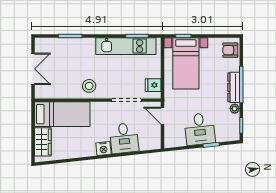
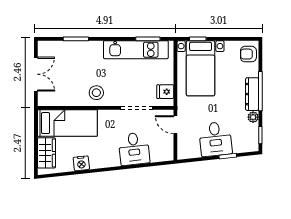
nightstand: (103, 148) -> (81, 163), moved

